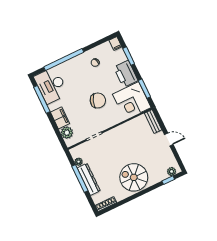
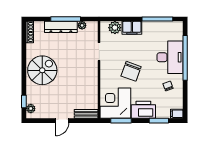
desk: (51, 85) -> (170, 57), moved, turned 90

